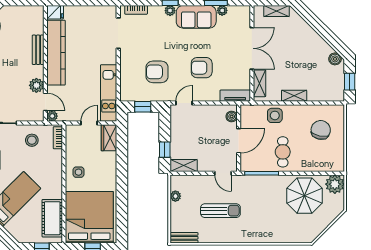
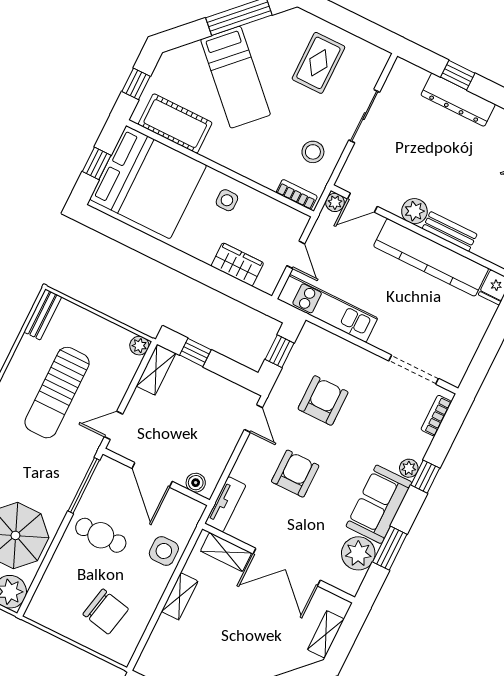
plant: (222, 10) -> (358, 553), width x1.87, depth x1.87
plant: (36, 85) -> (414, 211), moved
wardrobe: (109, 138) -> (237, 265), moved
plant: (175, 196) -> (139, 346), moved
sun lounger: (220, 211) -> (57, 393), width x1.36, depth x1.34

